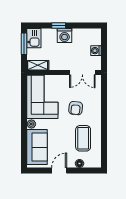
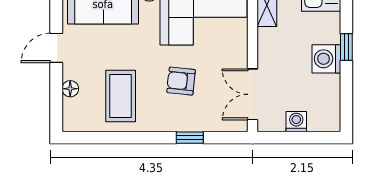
window: (104, 104) -> (190, 138), added
coffee table: (83, 138) -> (121, 96), turned 90
door: (59, 170) -> (56, 48), swing flipped

